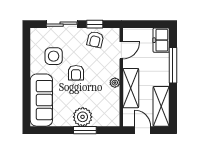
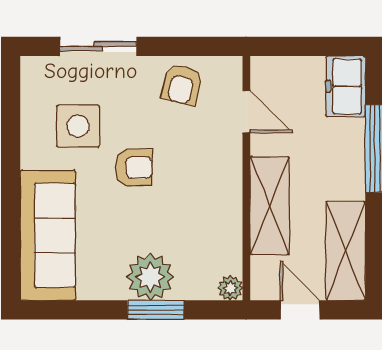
window: (95, 24) -> (180, 46), removed
door: (121, 50) -> (246, 112), hinge flipped
armchair: (76, 73) -> (134, 168), turned -90
plant: (115, 83) -> (230, 288), moved

